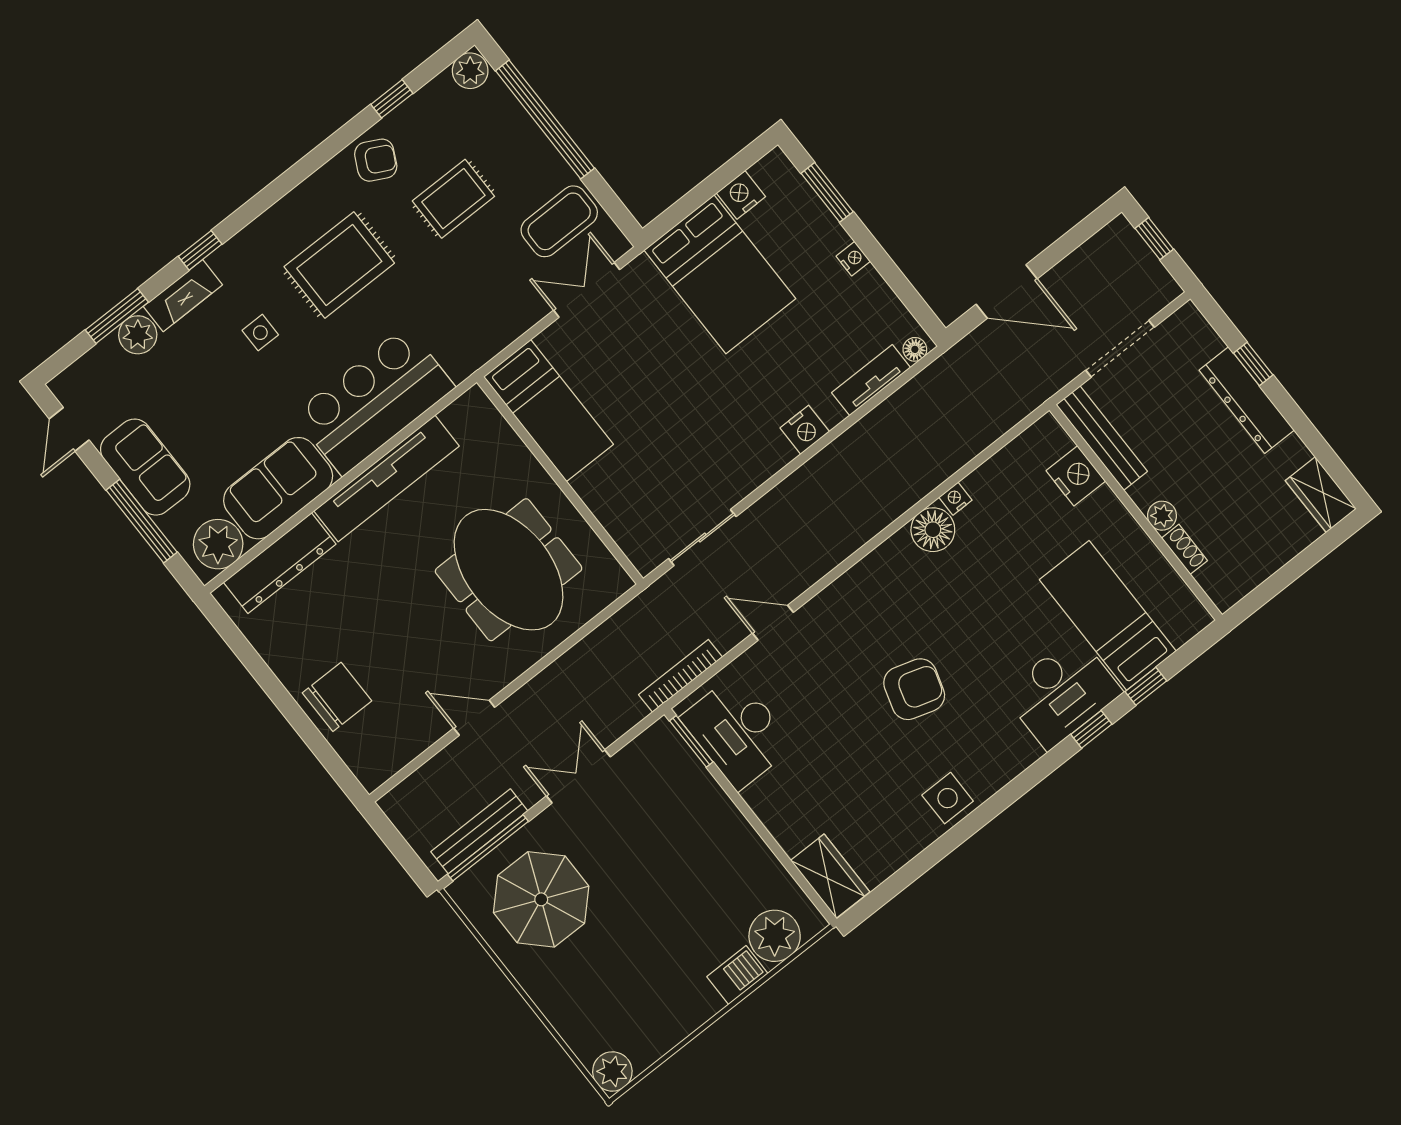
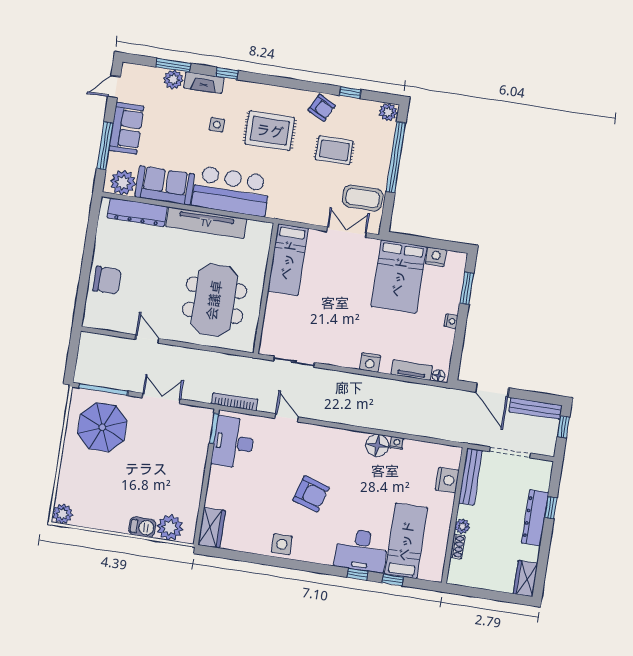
bench: (479, 831) -> (536, 409), moved

